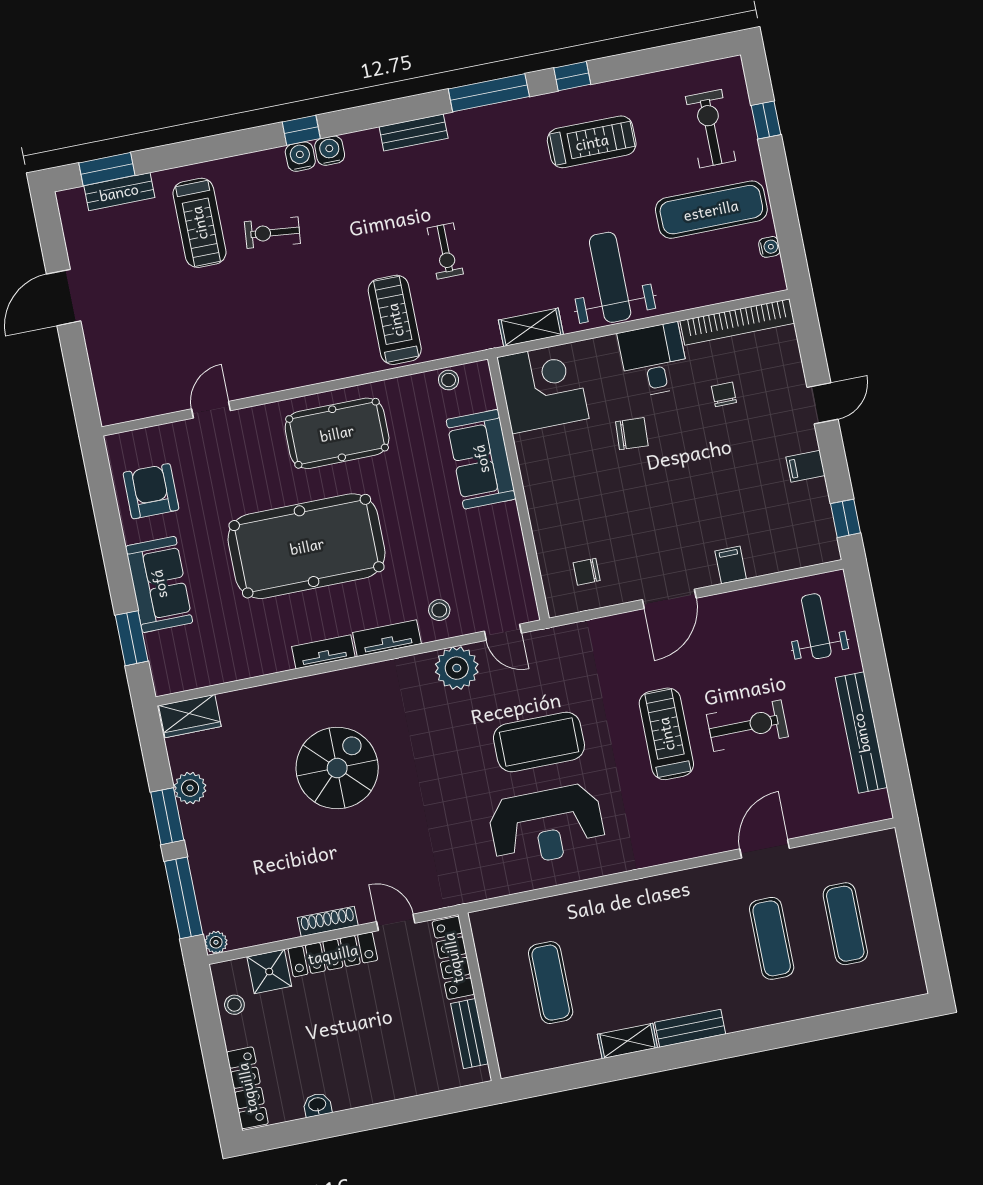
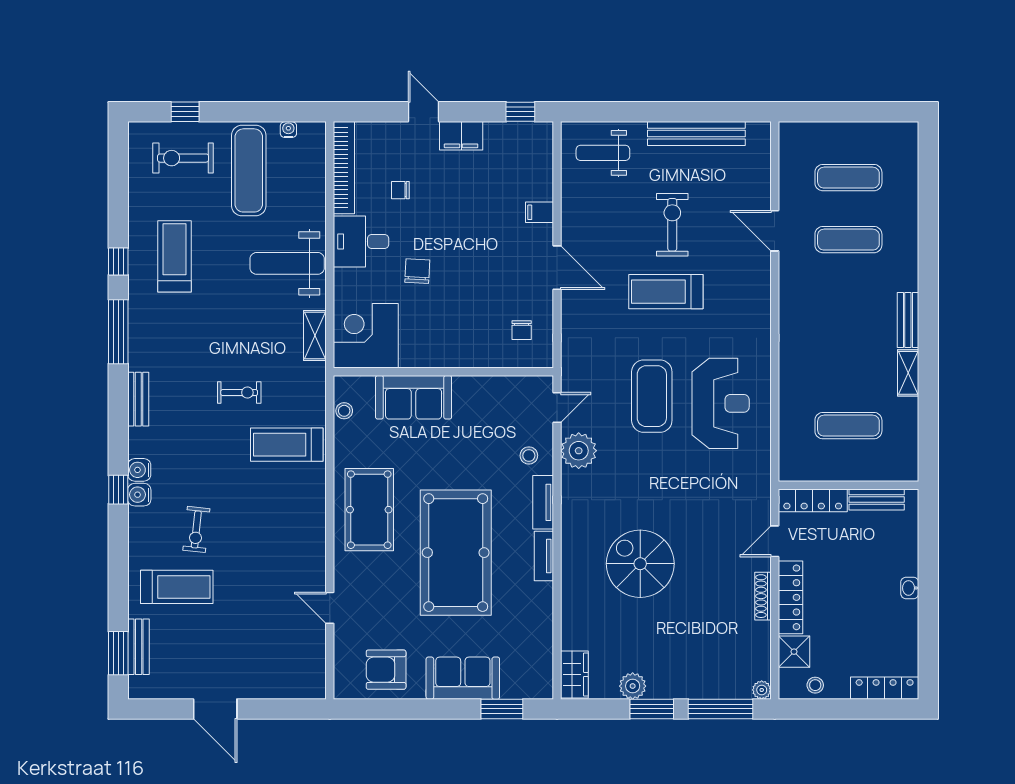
filing cabinet: (806, 466) -> (461, 136), width x2.00
washbasin: (317, 1105) -> (910, 588), moved

